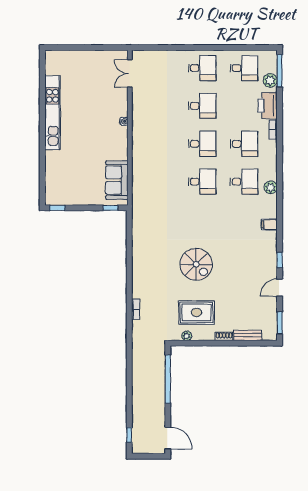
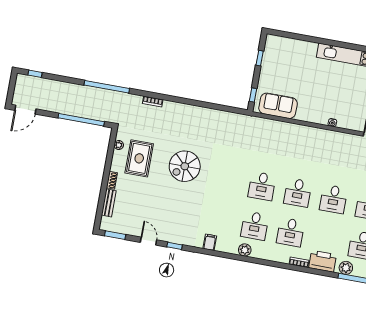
window: (57, 208) -> (260, 58), moved
window: (129, 359) -> (107, 87), added

